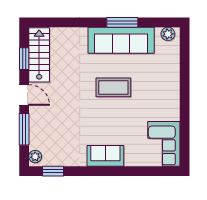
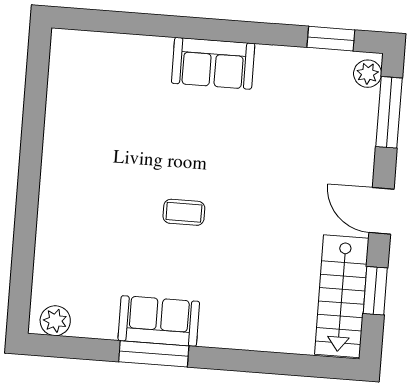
sofa: (121, 40) -> (159, 321), width x0.54, depth x0.79
coffee table: (113, 87) -> (184, 212), width x0.54, depth x0.58
window: (24, 129) -> (389, 112), moved
corner sofa: (164, 144) -> (83, 80), removed

